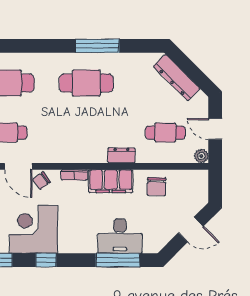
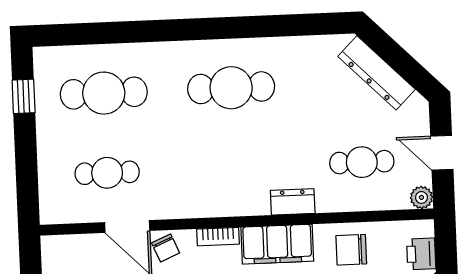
window: (97, 46) -> (246, 27), removed
chair: (41, 181) -> (166, 248), turned -77
chair: (157, 187) -> (351, 250), turned 88
printer: (200, 191) -> (421, 254), added

